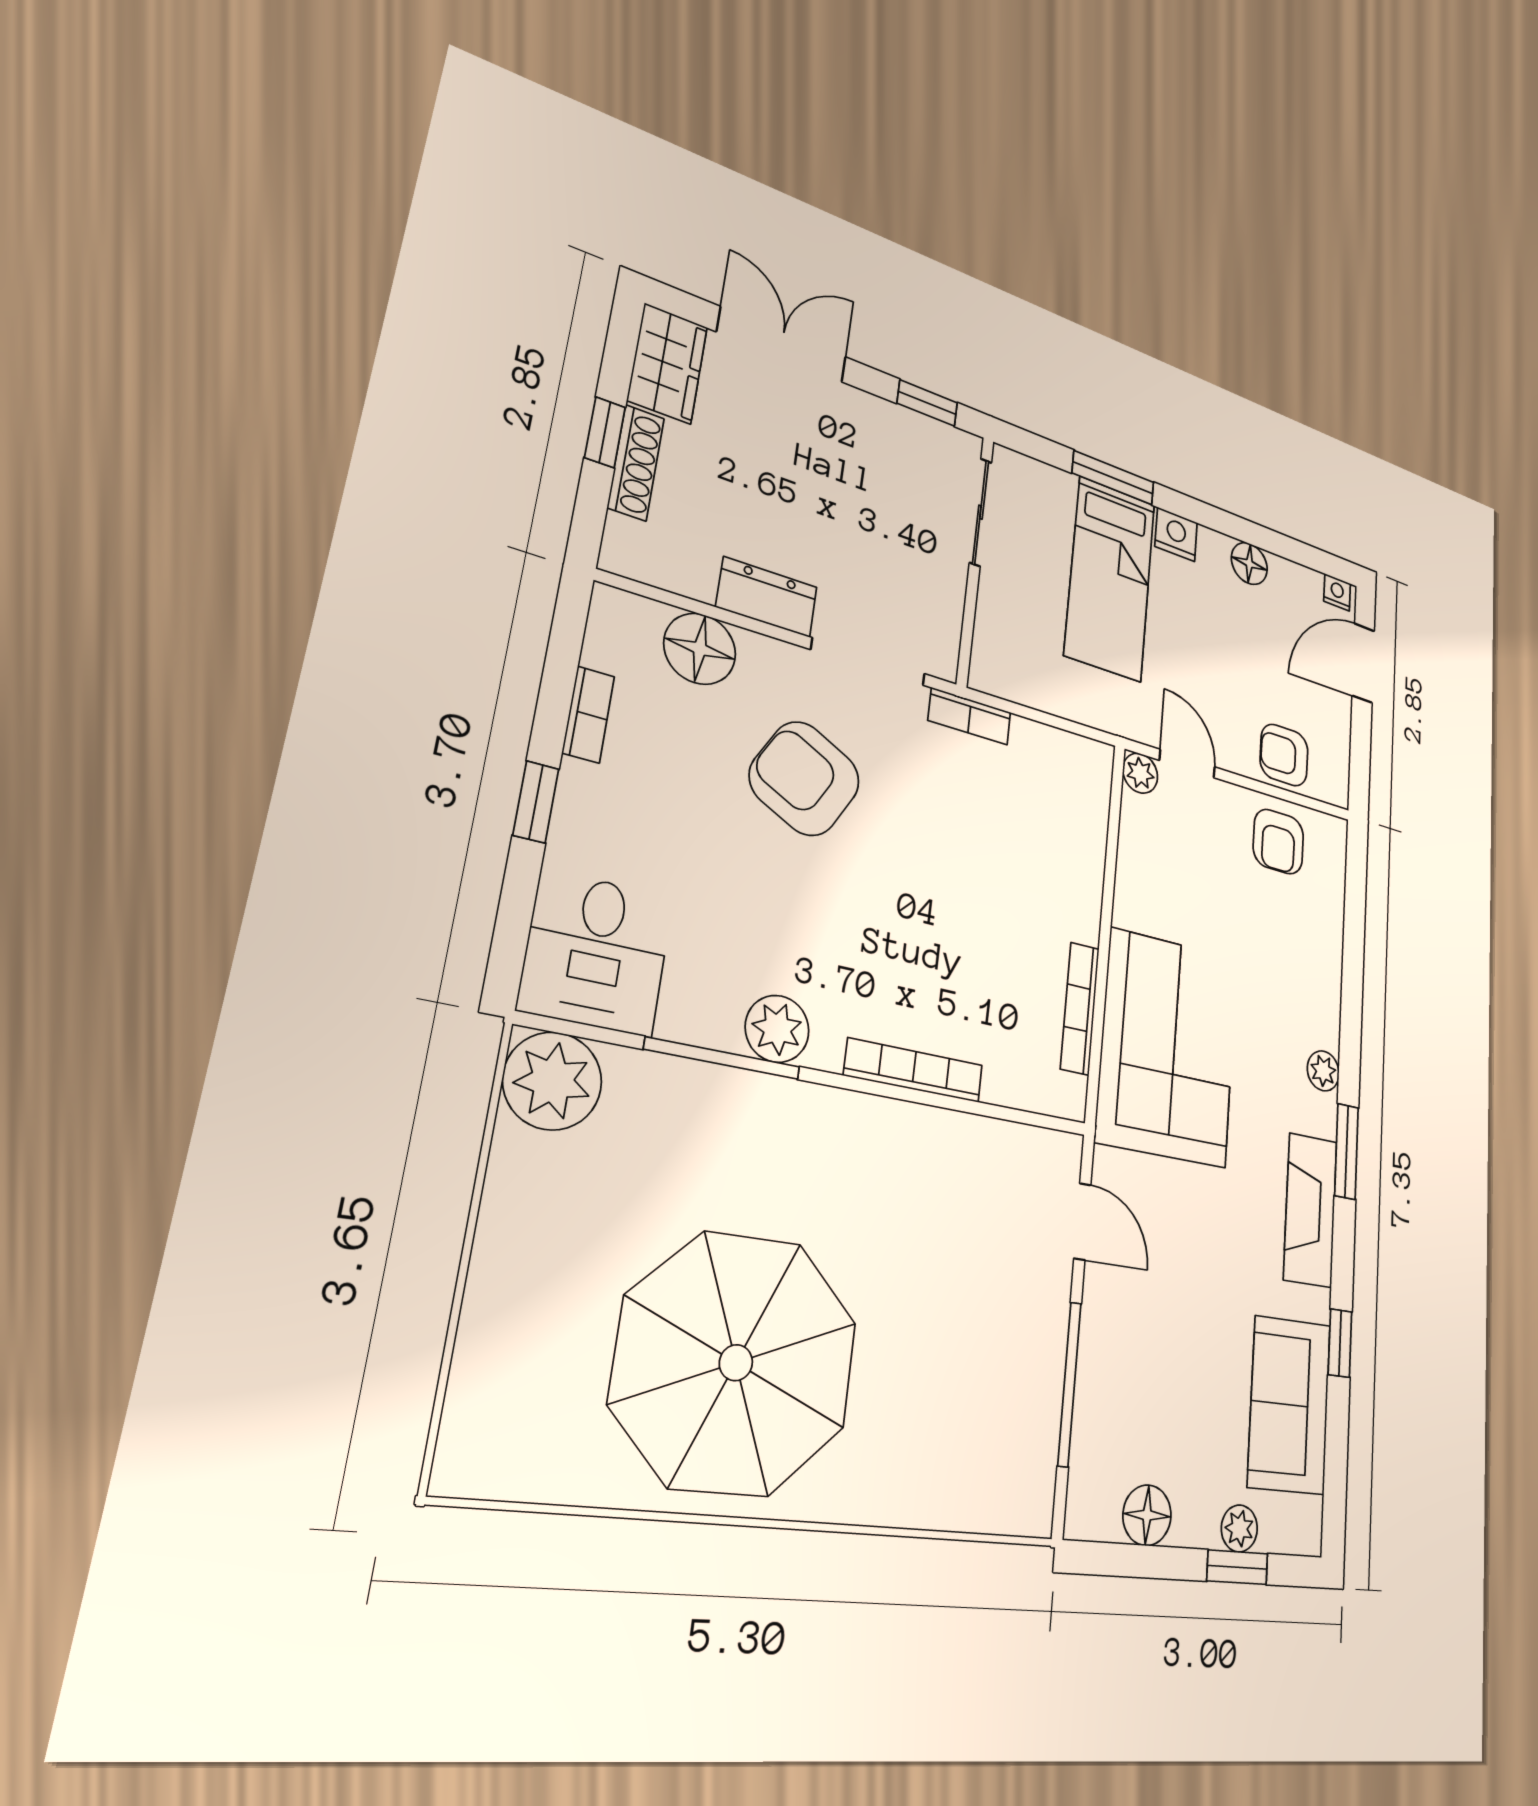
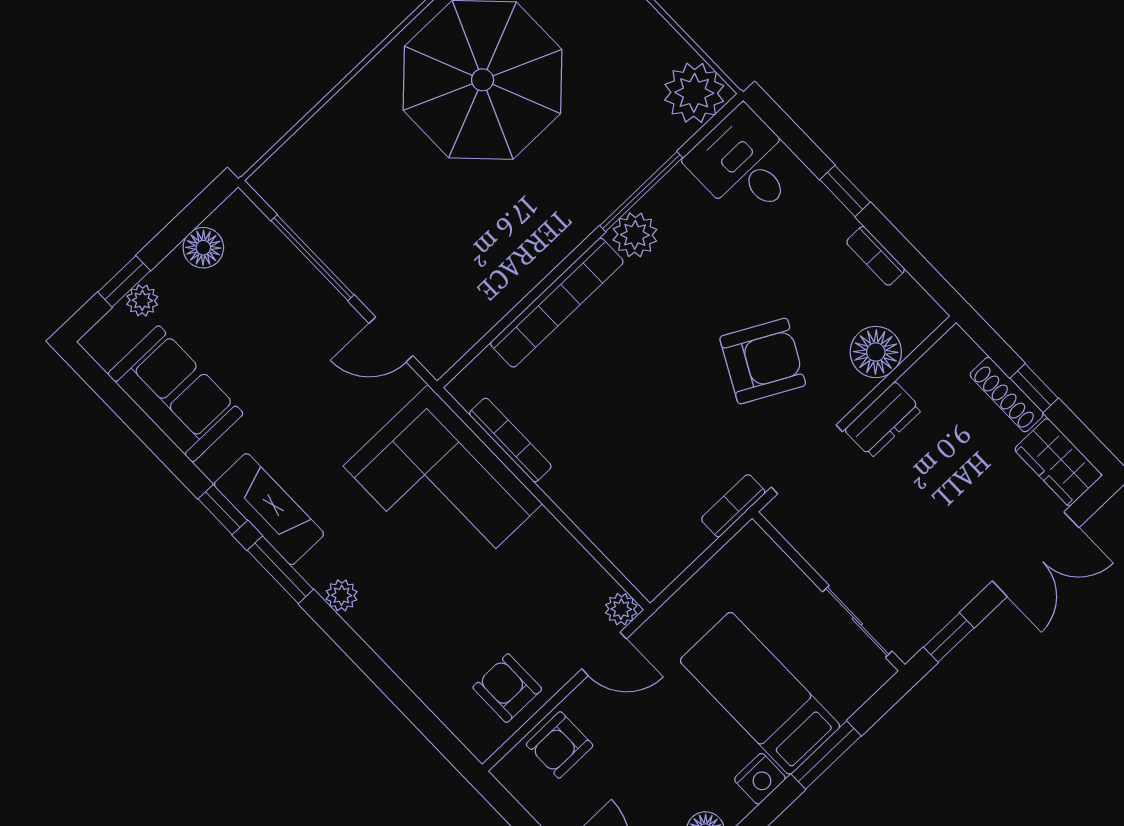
armchair: (1284, 755) -> (560, 745), turned 180
bookcase: (914, 1070) -> (557, 303), width x1.48, depth x1.31
window: (1340, 1343) -> (223, 510), moved

